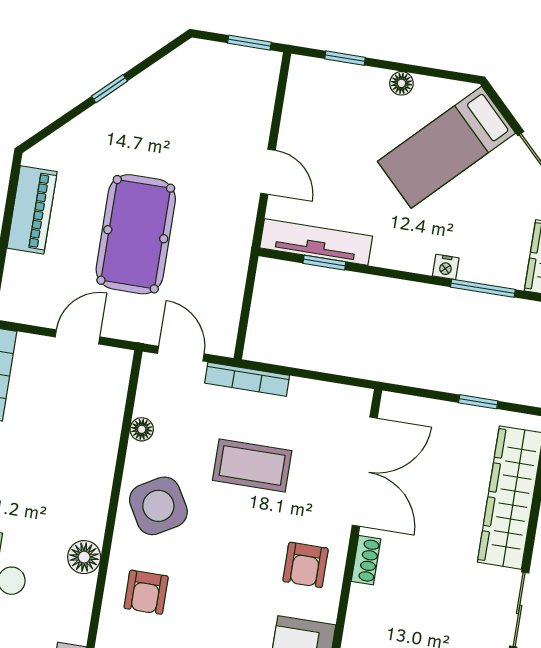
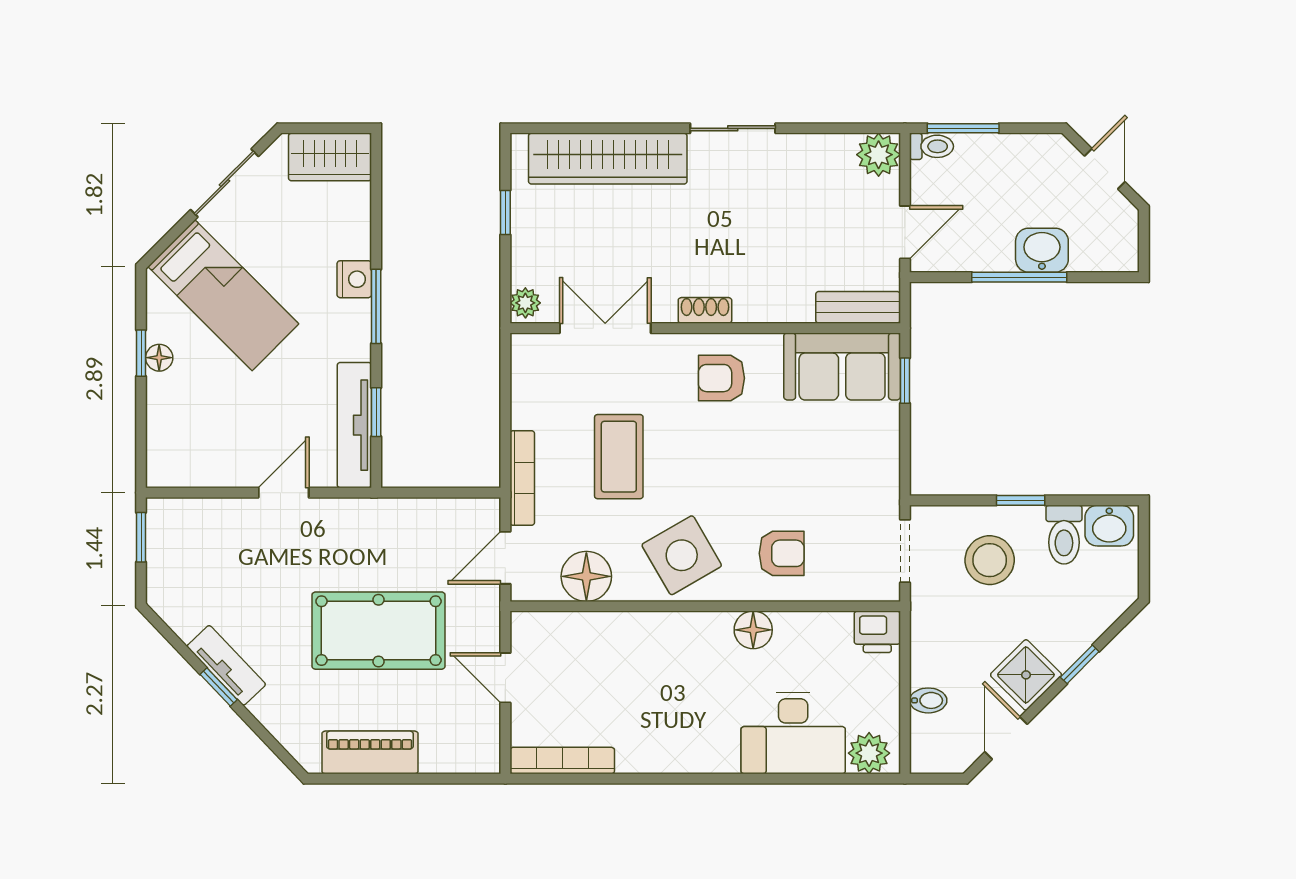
window: (345, 58) -> (141, 353), moved
tv unit: (127, 98) -> (226, 665), added
nightstand: (446, 267) -> (354, 279), width x1.39, depth x1.35
window: (483, 288) -> (376, 306), moved
plant: (398, 406) -> (525, 303), added
floor lamp: (142, 429) -> (586, 576), width x1.89, depth x1.89
double door: (365, 472) -> (605, 328), width x0.73
armchair: (306, 565) -> (721, 378), turned 180

